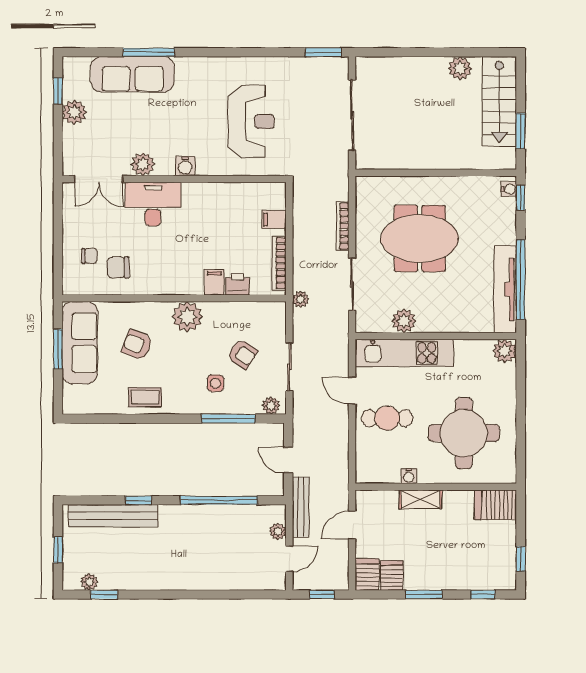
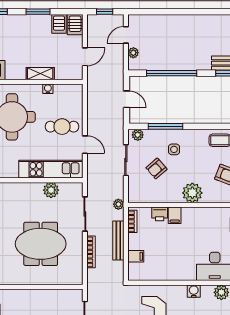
bookcase: (279, 263) -> (132, 221), width x0.64
armchair: (242, 354) -> (156, 168), turned -74
bench: (301, 507) -> (118, 240), moved

